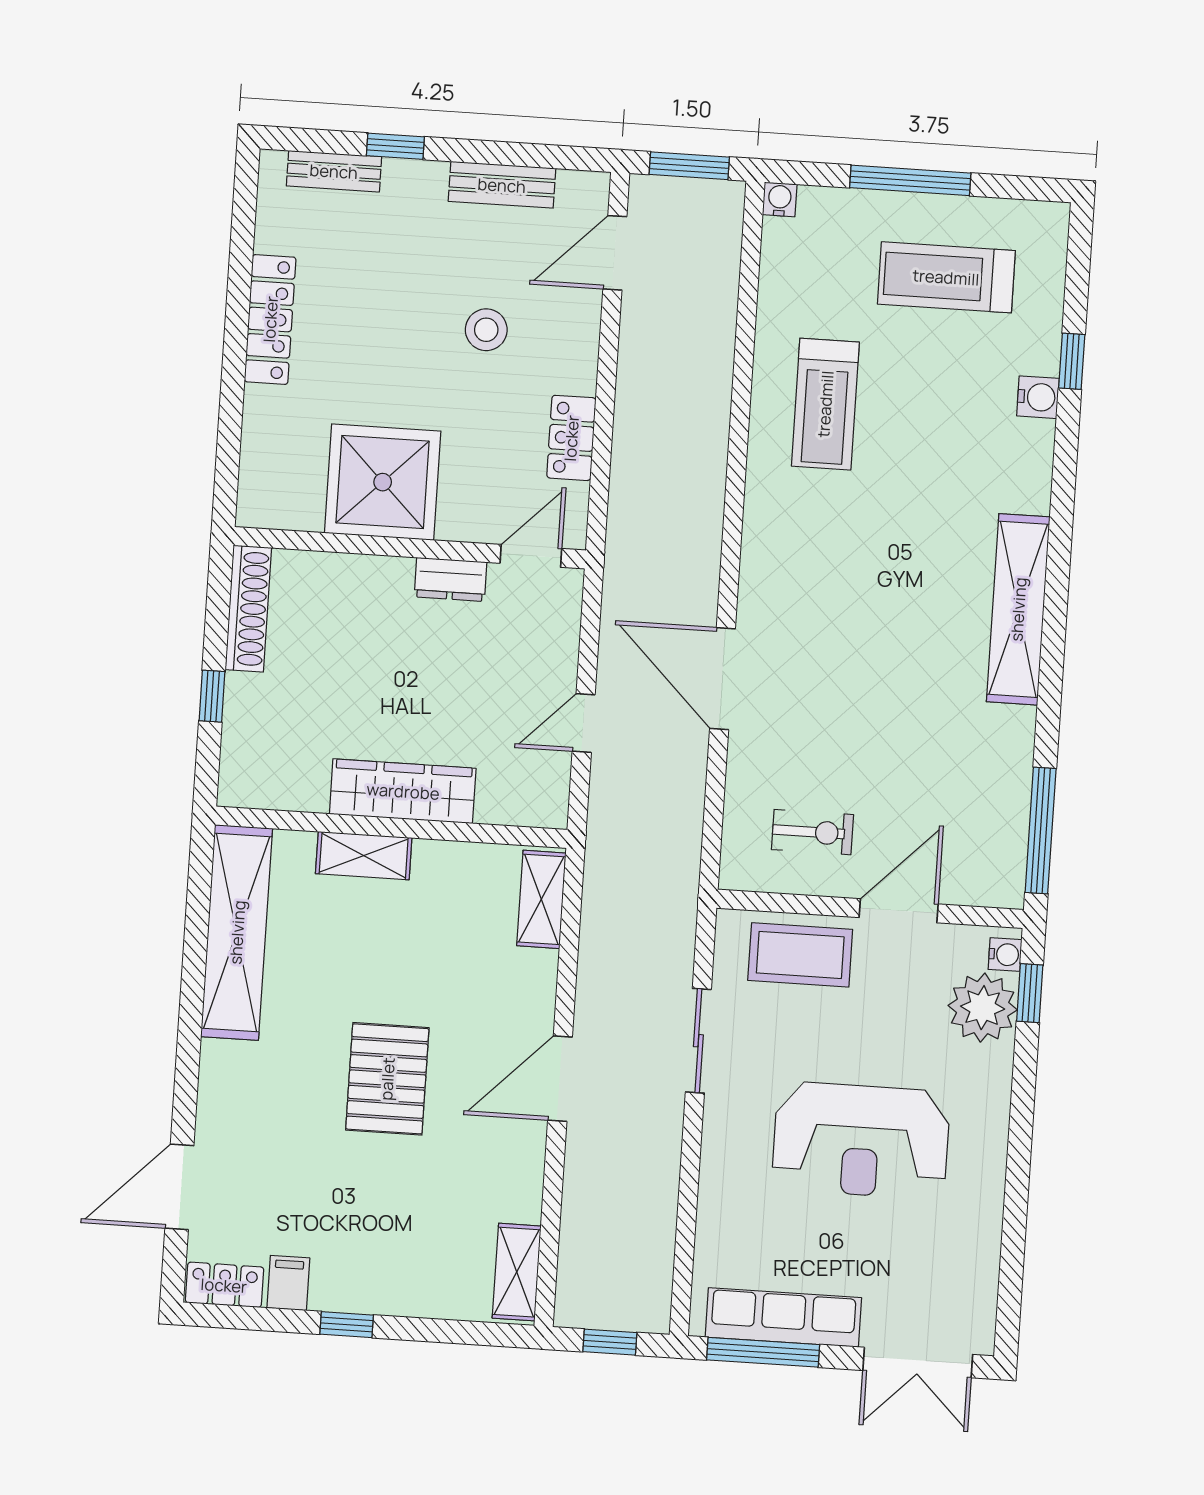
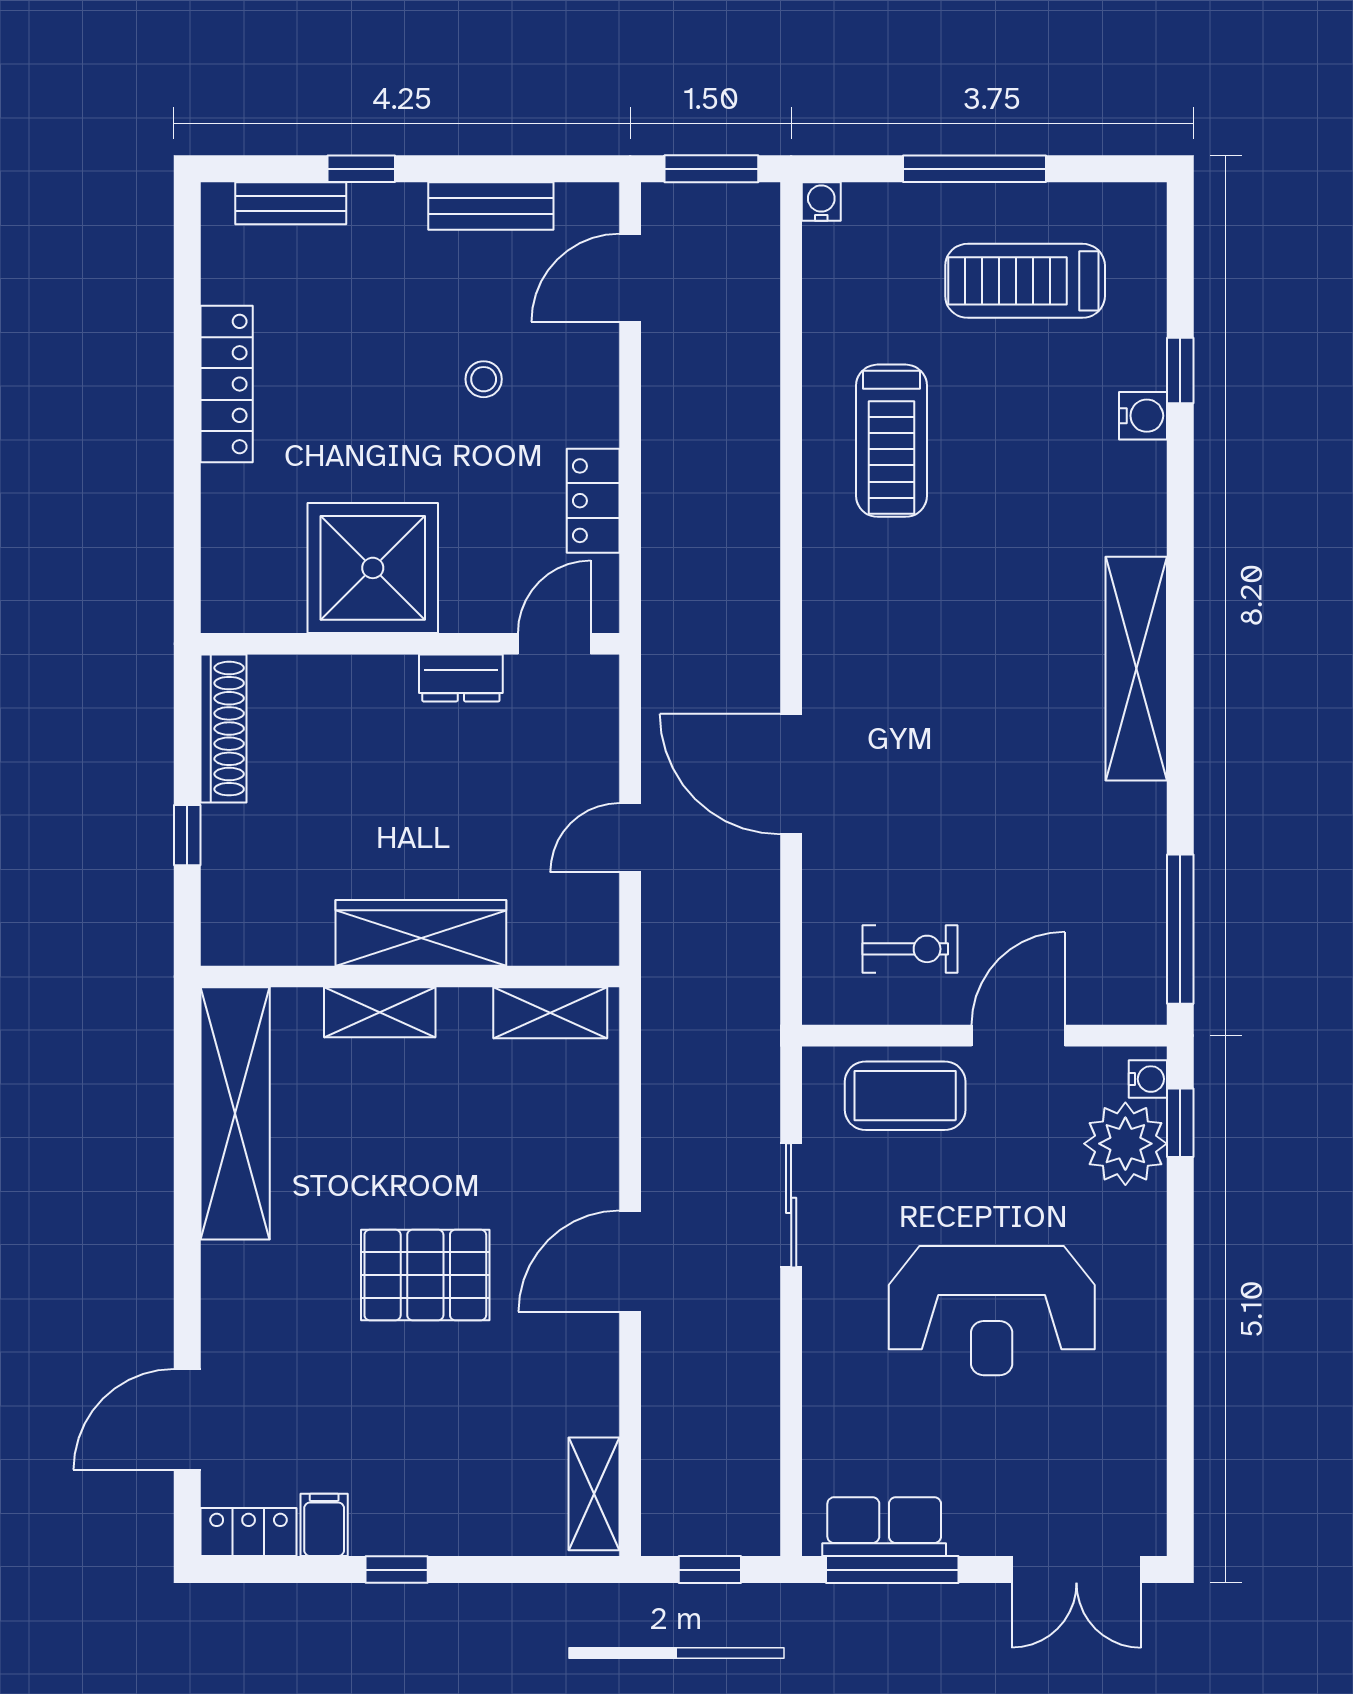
stool: (486, 330) -> (484, 379), width x0.73, depth x0.73
shelving: (541, 899) -> (550, 1013), moved, turned 90
pallet: (387, 1079) -> (425, 1275), turned 90
row of seats: (783, 1317) -> (884, 1527), width x0.68

